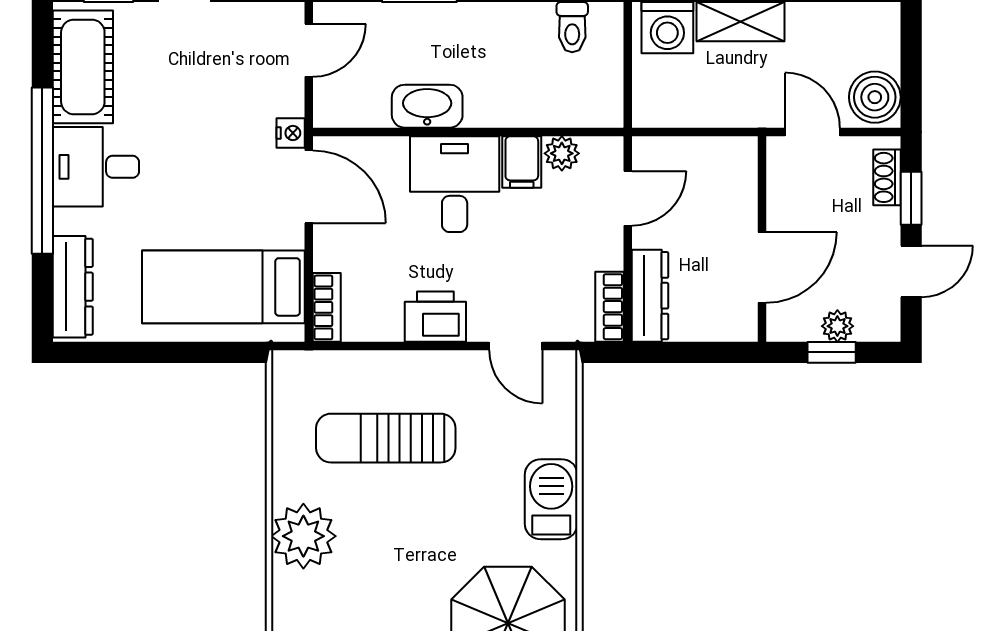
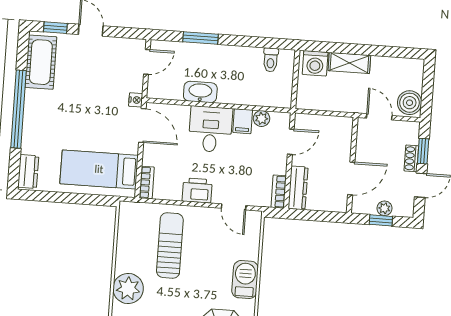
desk: (96, 167) -> (44, 109), removed
shoe rack: (887, 177) -> (411, 158), moved
dresser: (73, 287) -> (28, 172), width x0.70
sun lounger: (386, 438) -> (170, 245), turned 90

